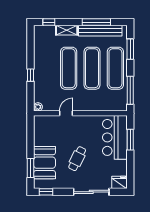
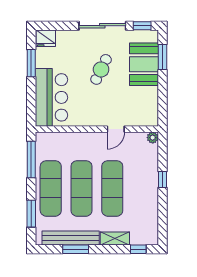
window: (96, 22) -> (76, 249), width x0.69
window: (130, 140) -> (31, 63), moved
sliding door: (91, 192) -> (102, 26), moved

